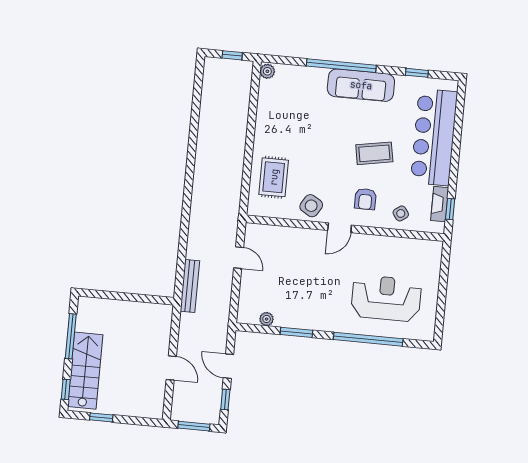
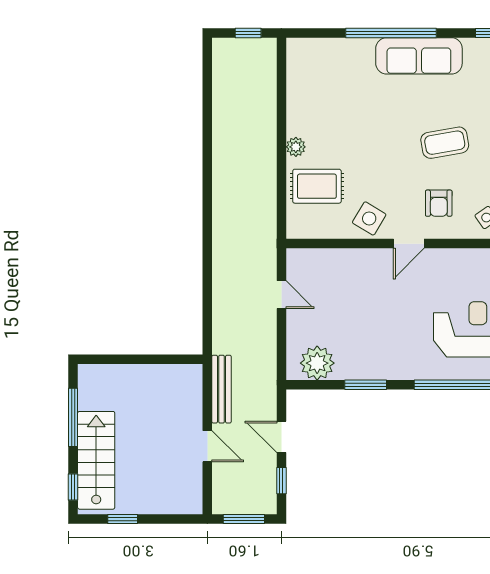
plant: (267, 71) -> (296, 147), moved
rug: (274, 177) -> (317, 186), turned 90
bench: (190, 286) -> (222, 389), moved
plant: (267, 319) -> (317, 363), width x1.87, depth x1.87

